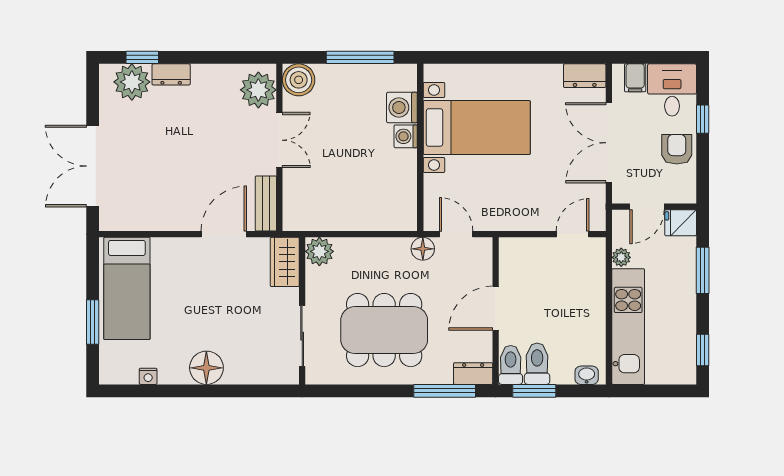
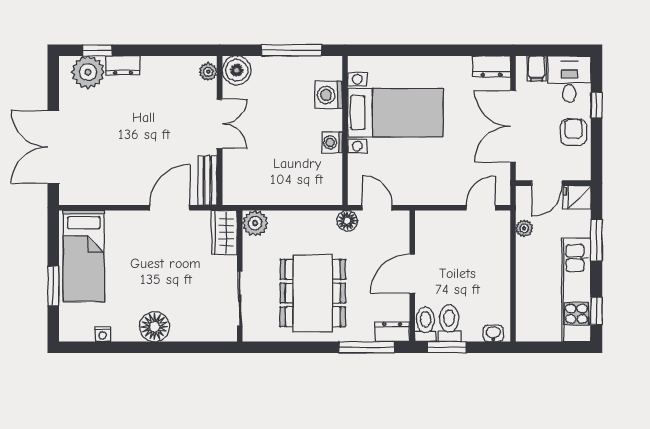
plant: (258, 90) -> (208, 72), width x0.53, depth x0.53
washing machine: (406, 136) -> (332, 143), moved
kitchen unit: (628, 327) -> (576, 290), moved, turned 180
dining table: (384, 330) -> (313, 293), turned 90

